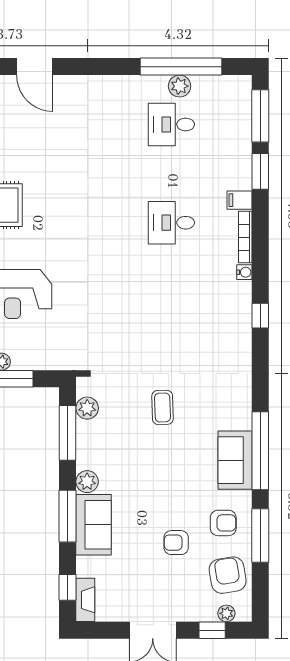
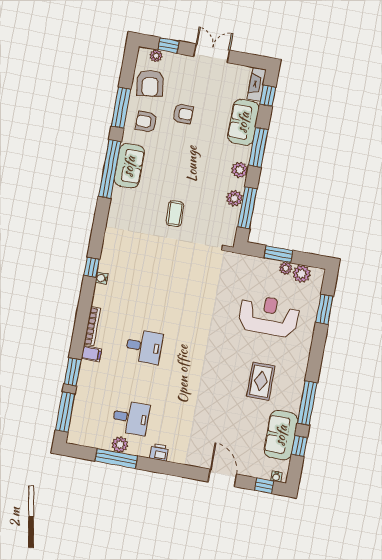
window: (181, 67) -> (116, 458), width x0.68
printer: (125, 85) -> (159, 452), added
water cooler: (244, 272) -> (102, 278), moved
plant: (87, 408) -> (234, 198), moved
sofa: (94, 525) -> (243, 122), moved

